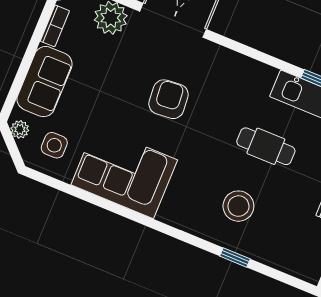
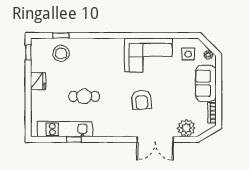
stool: (238, 206) -> (61, 53), moved
window: (235, 258) -> (61, 36), moved

